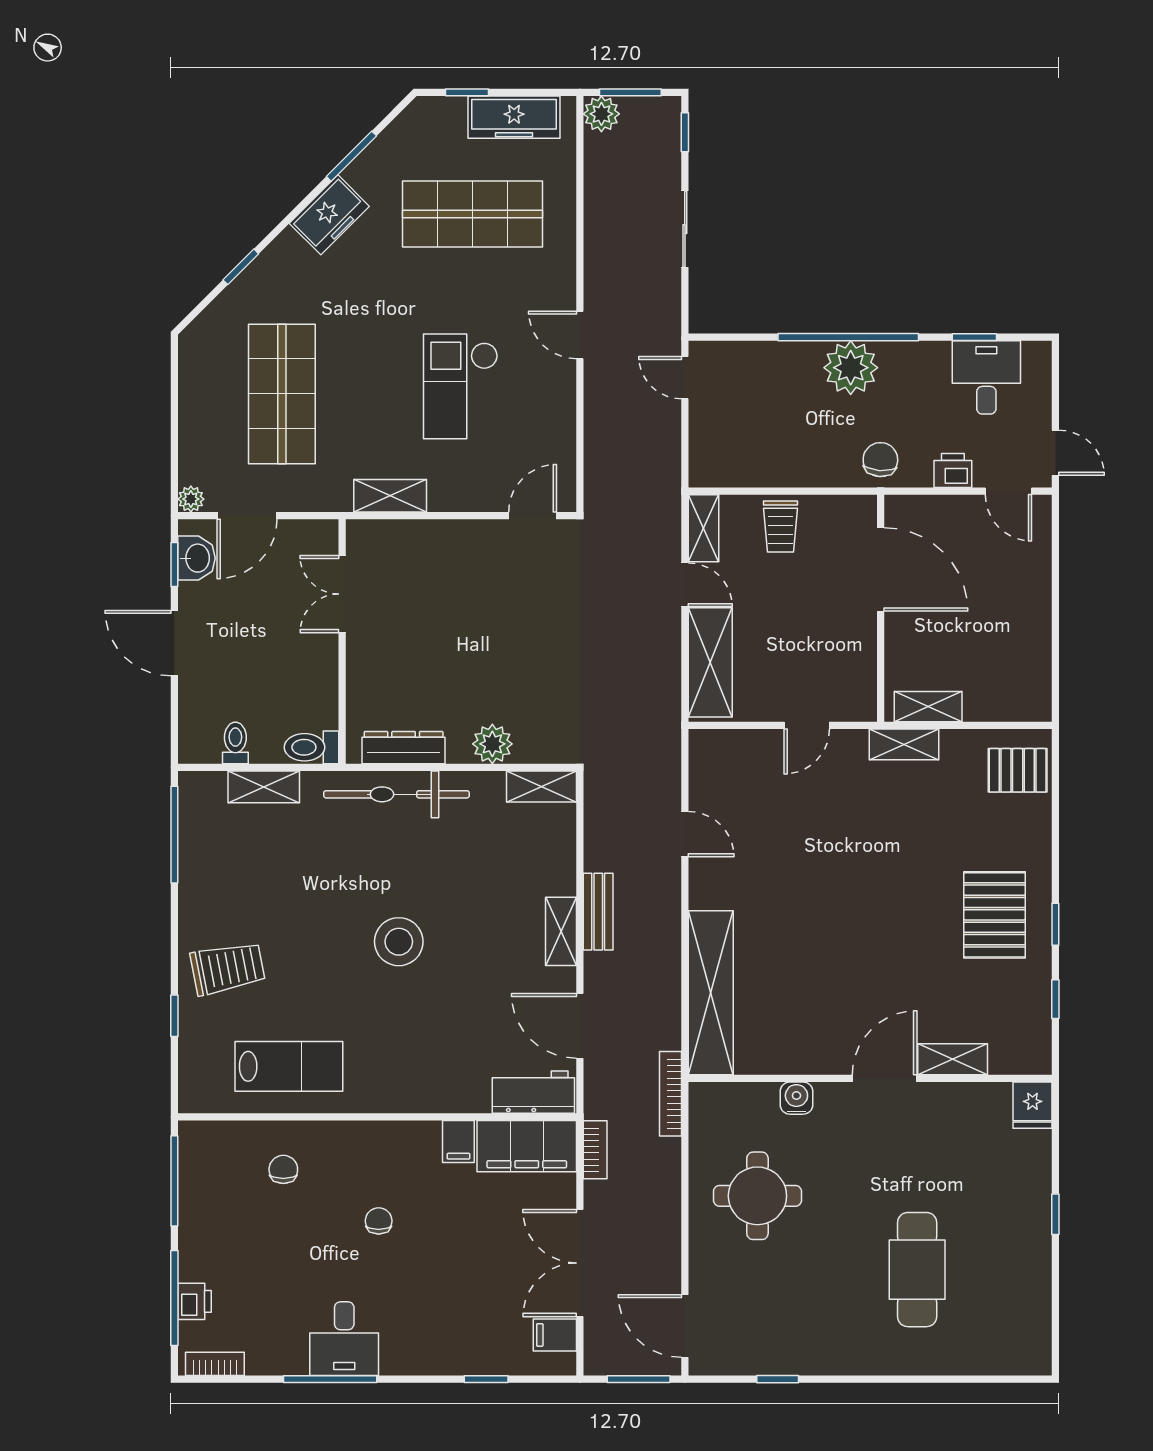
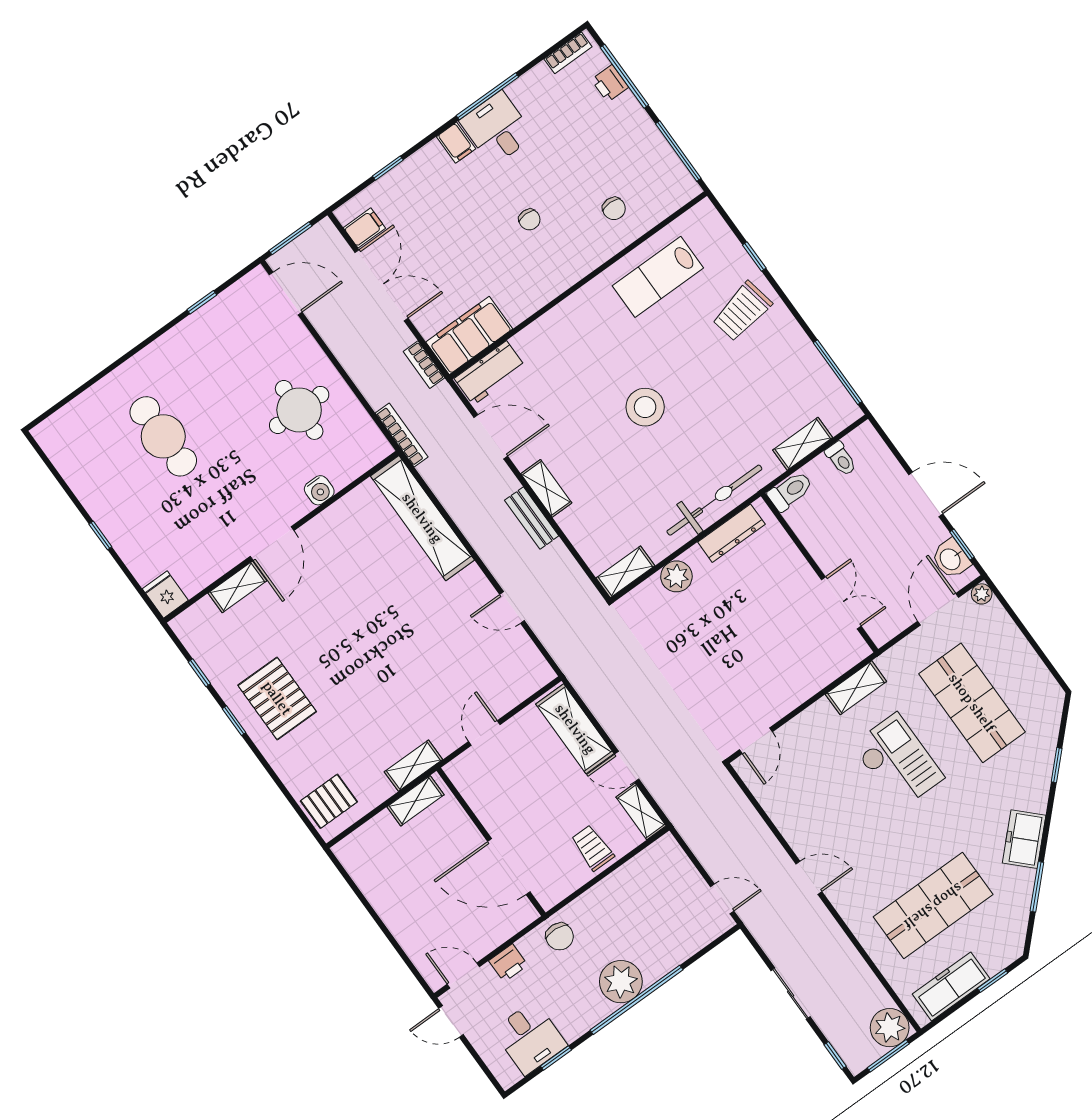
plant: (601, 114) -> (890, 1028), width x1.36, depth x1.36
checkout: (461, 386) -> (898, 761), moved
filing cabinet: (458, 1141) -> (456, 143), moved, turned 180

